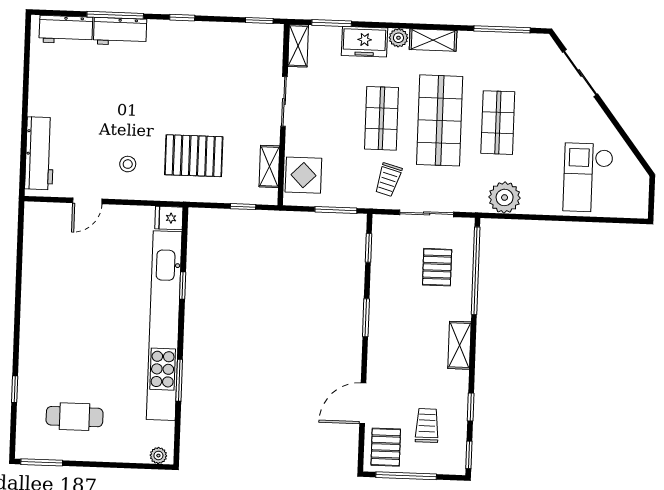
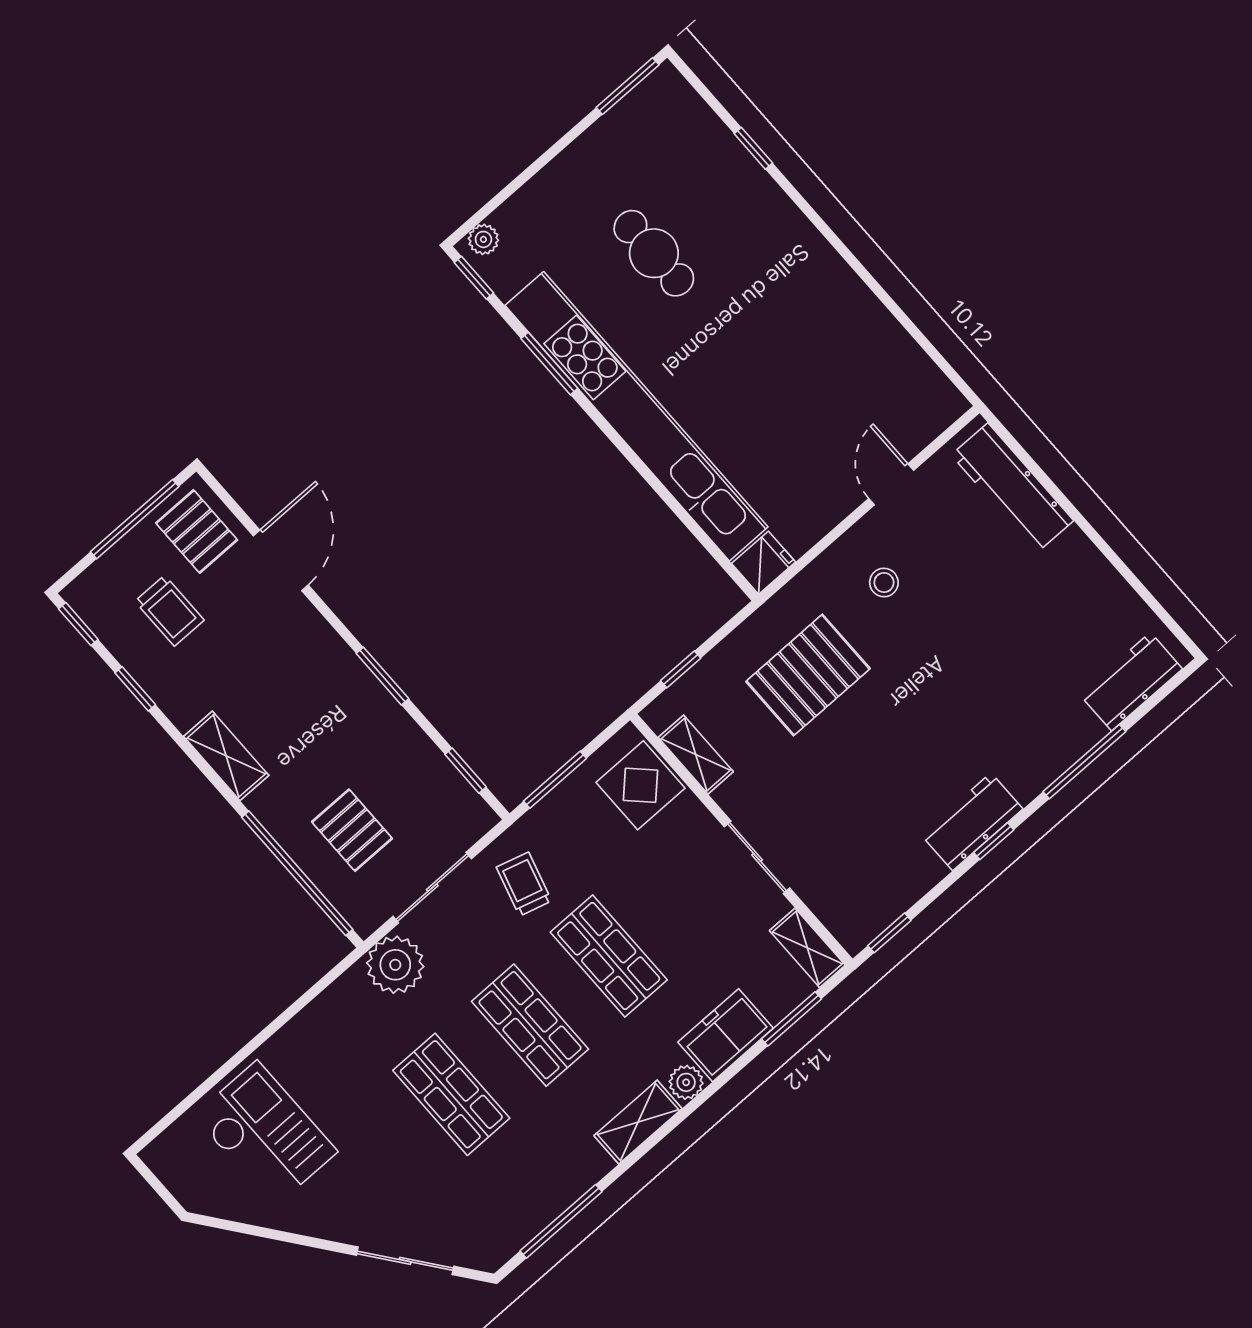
workbench: (120, 32) -> (972, 822), moved
shop shelf: (440, 120) -> (530, 1025), width x0.70, depth x0.74
plant: (505, 197) -> (395, 965), moved
window: (183, 286) -> (474, 278), moved
cafe table: (75, 417) -> (654, 253), moved, turned 90

